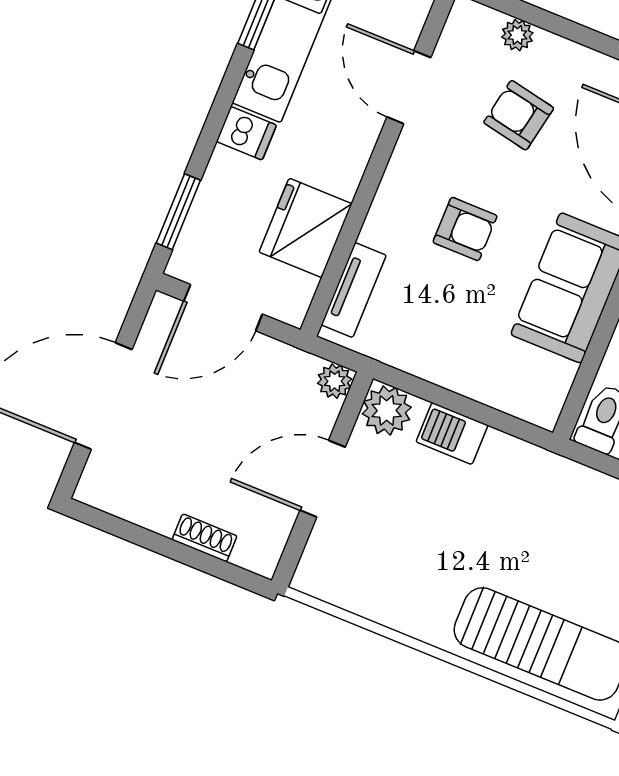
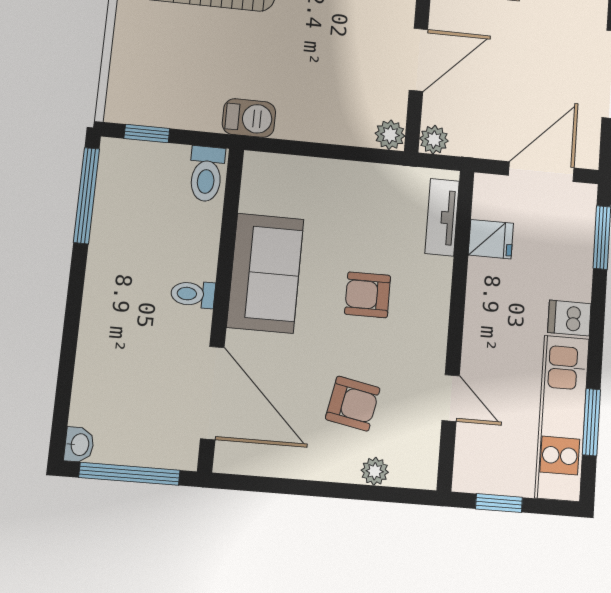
door: (409, 87) -> (451, 398), width x0.73
fridge: (305, 228) -> (491, 239), width x0.53, depth x0.75
plant: (387, 410) -> (390, 135), width x0.73, depth x0.73
barbecue: (452, 433) -> (249, 118), moved

